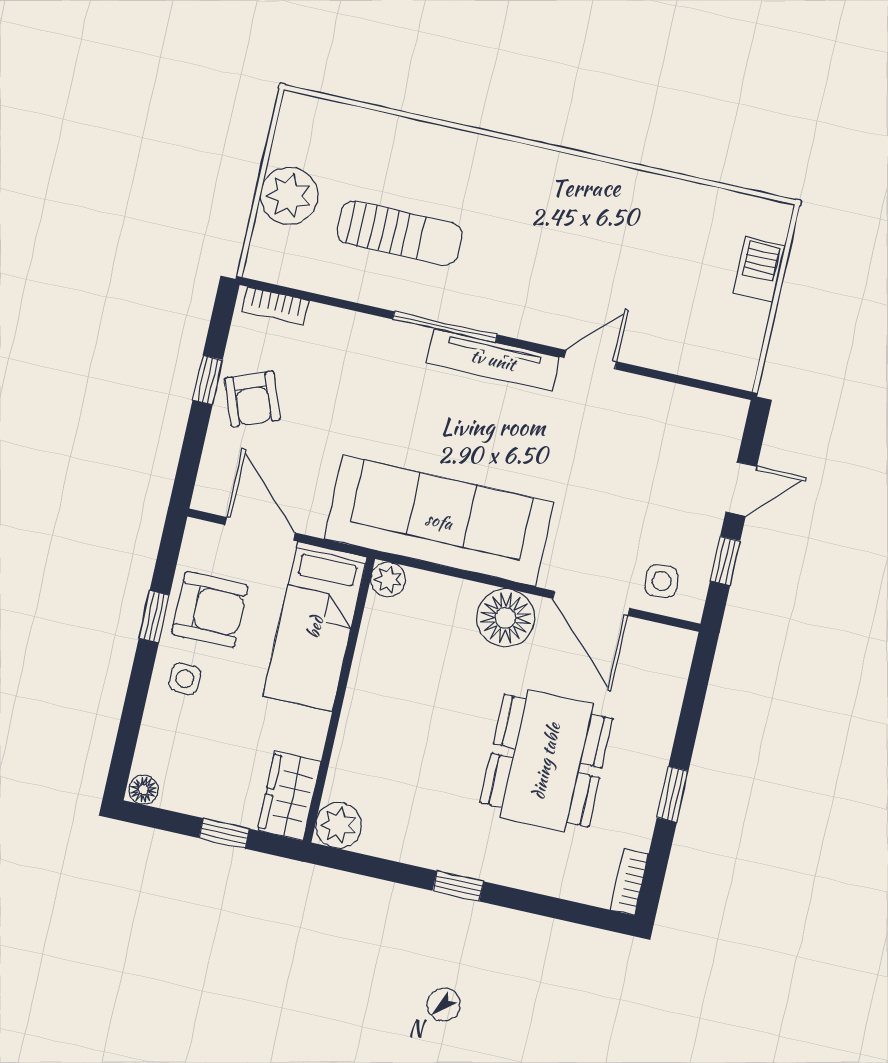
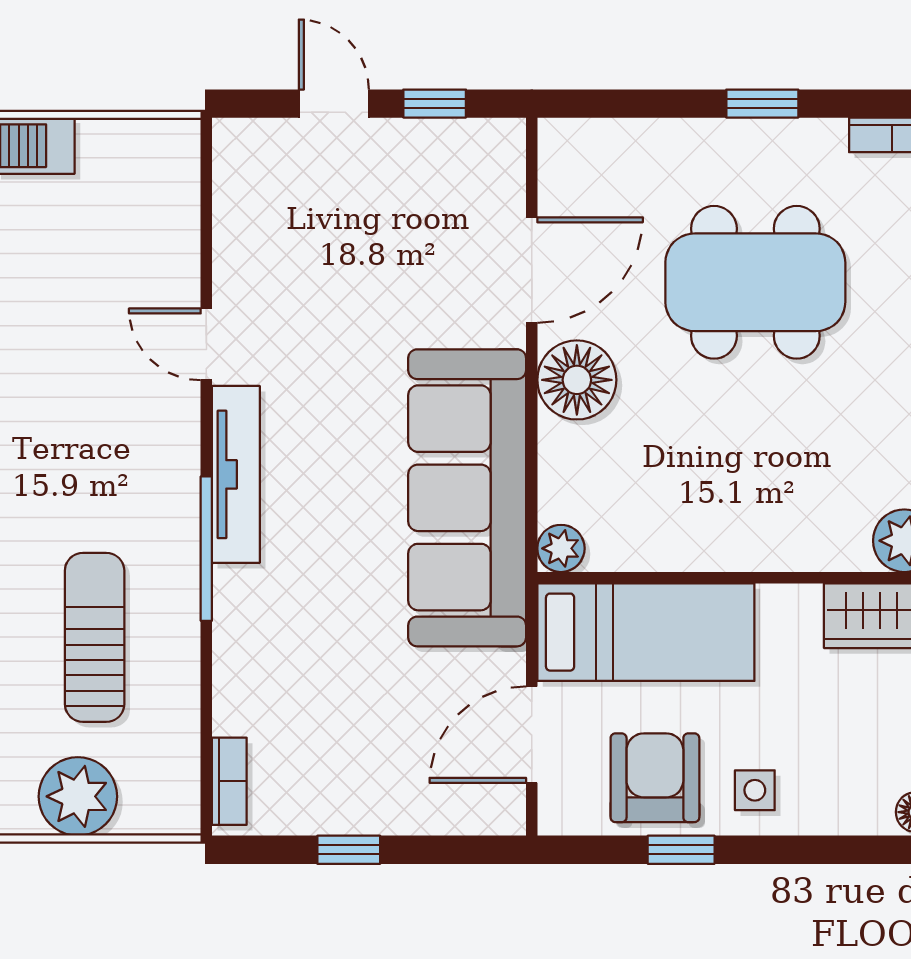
armchair: (252, 399) -> (361, 784), removed
side table: (662, 581) -> (481, 183), removed

